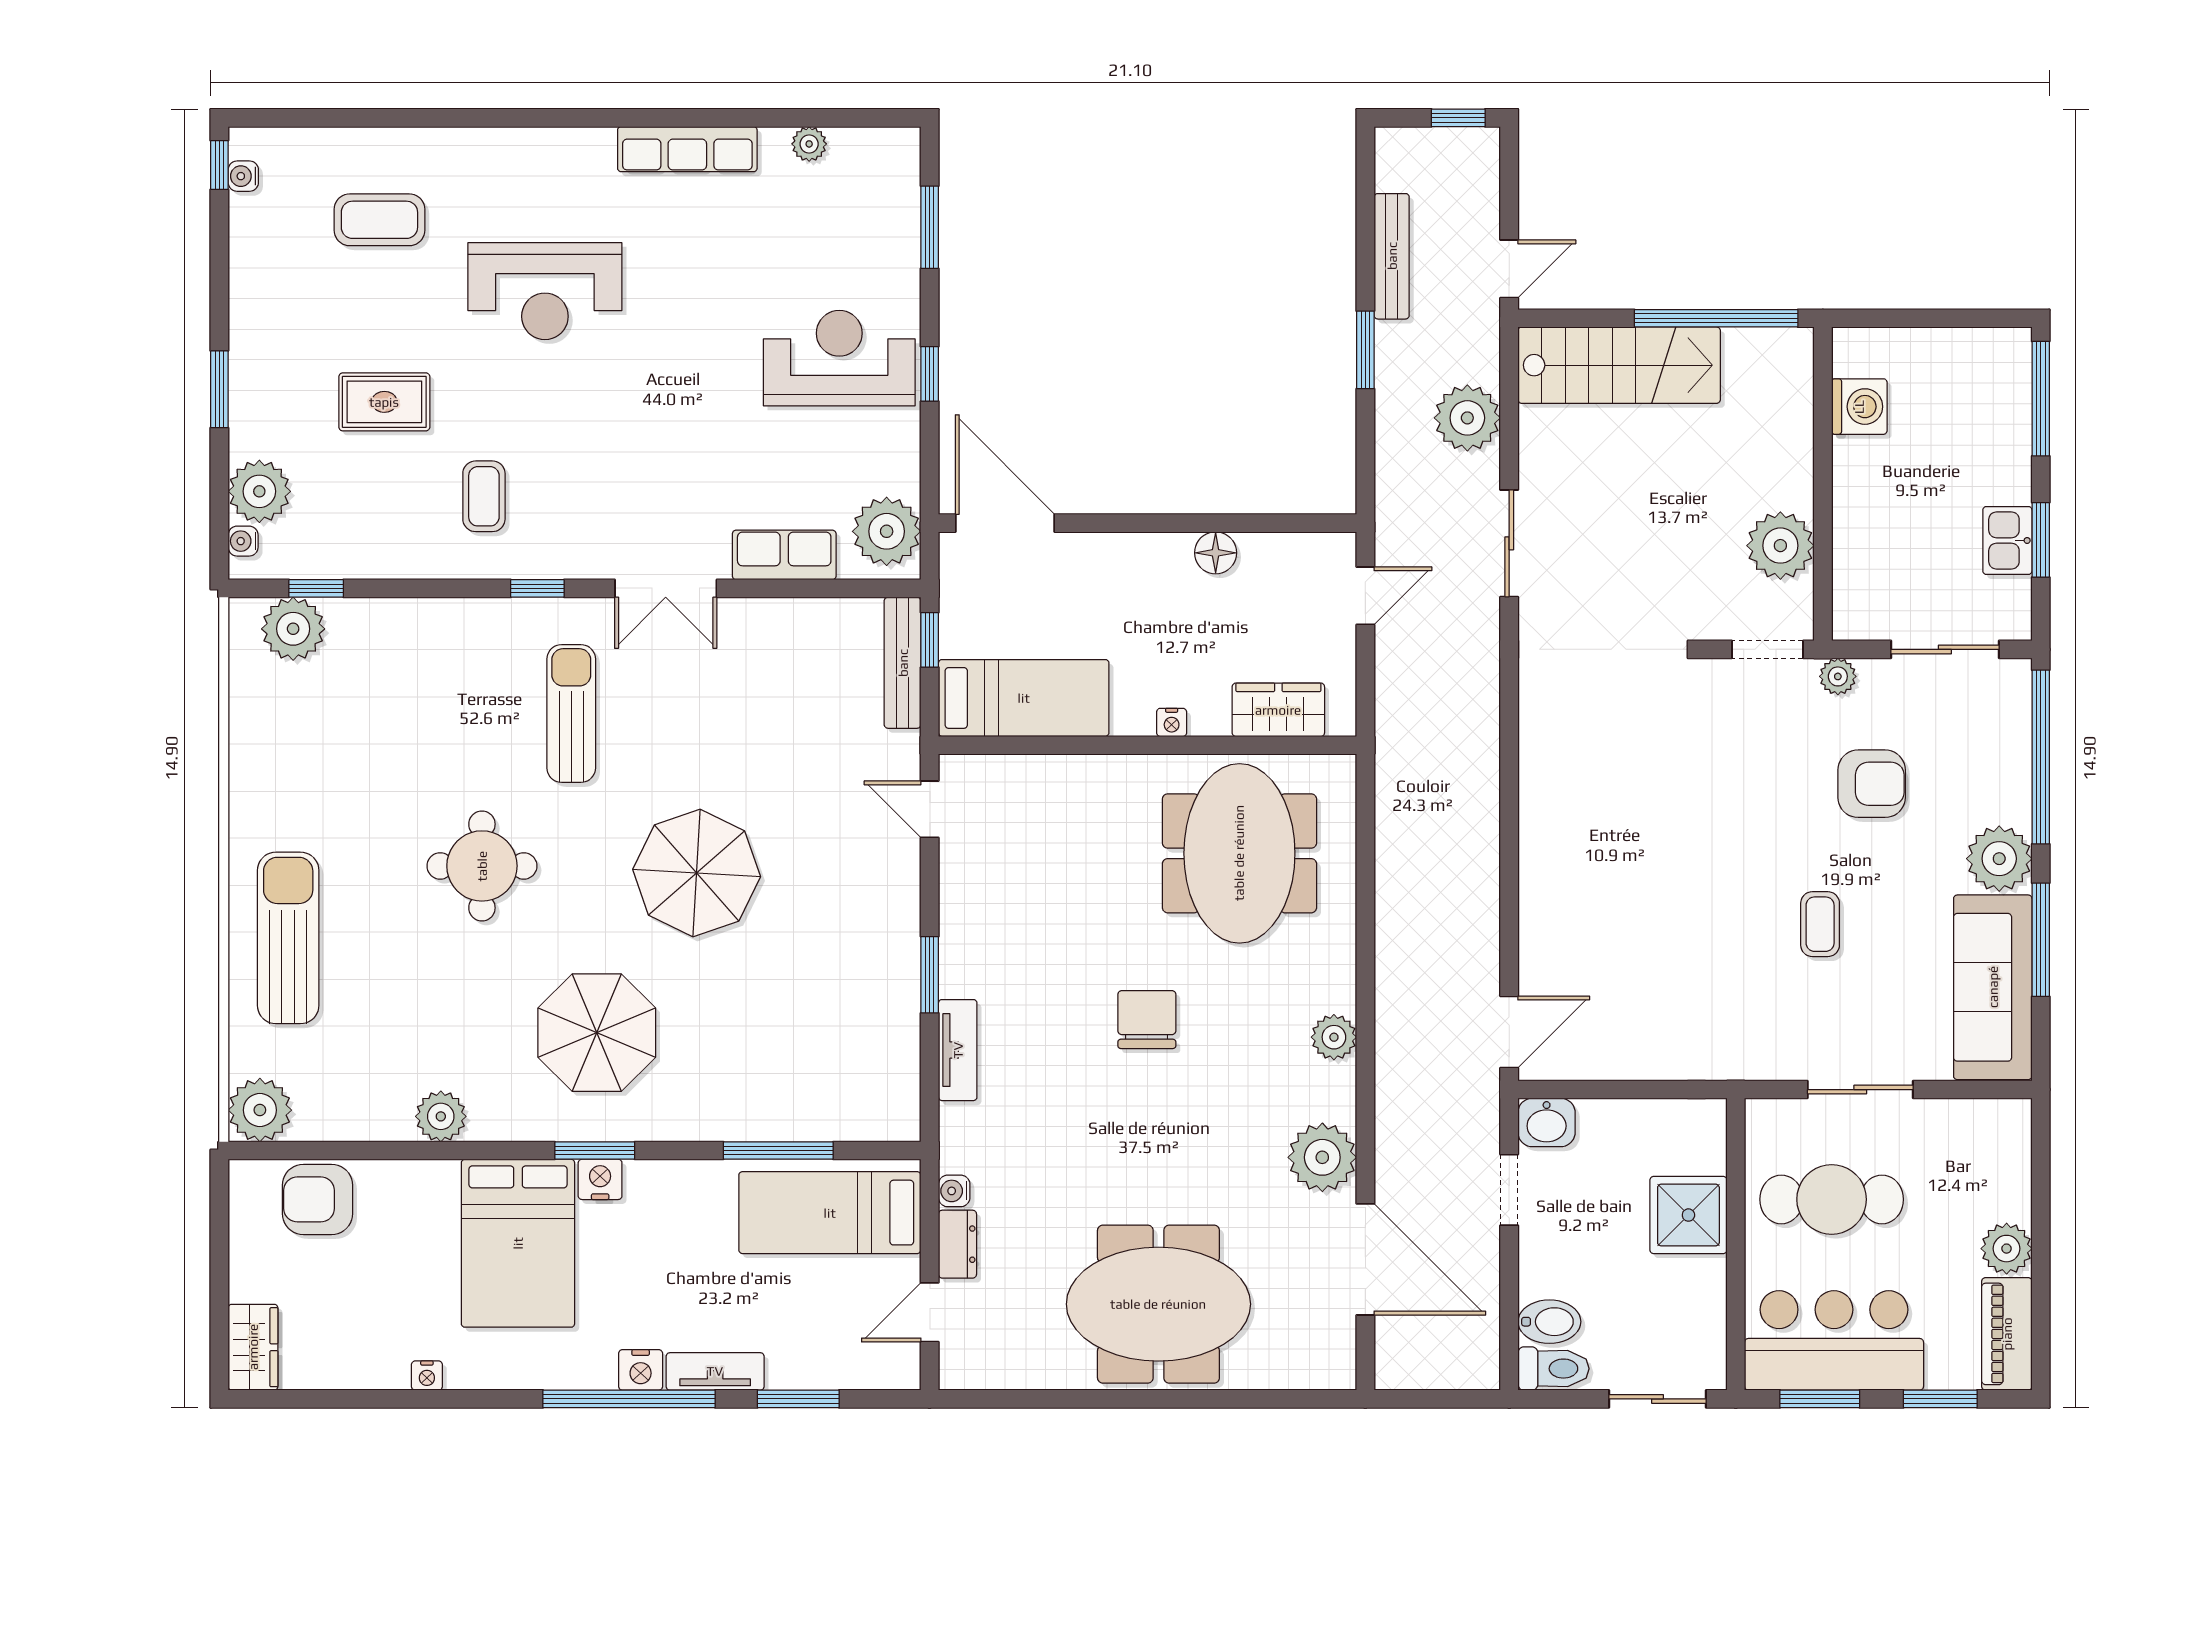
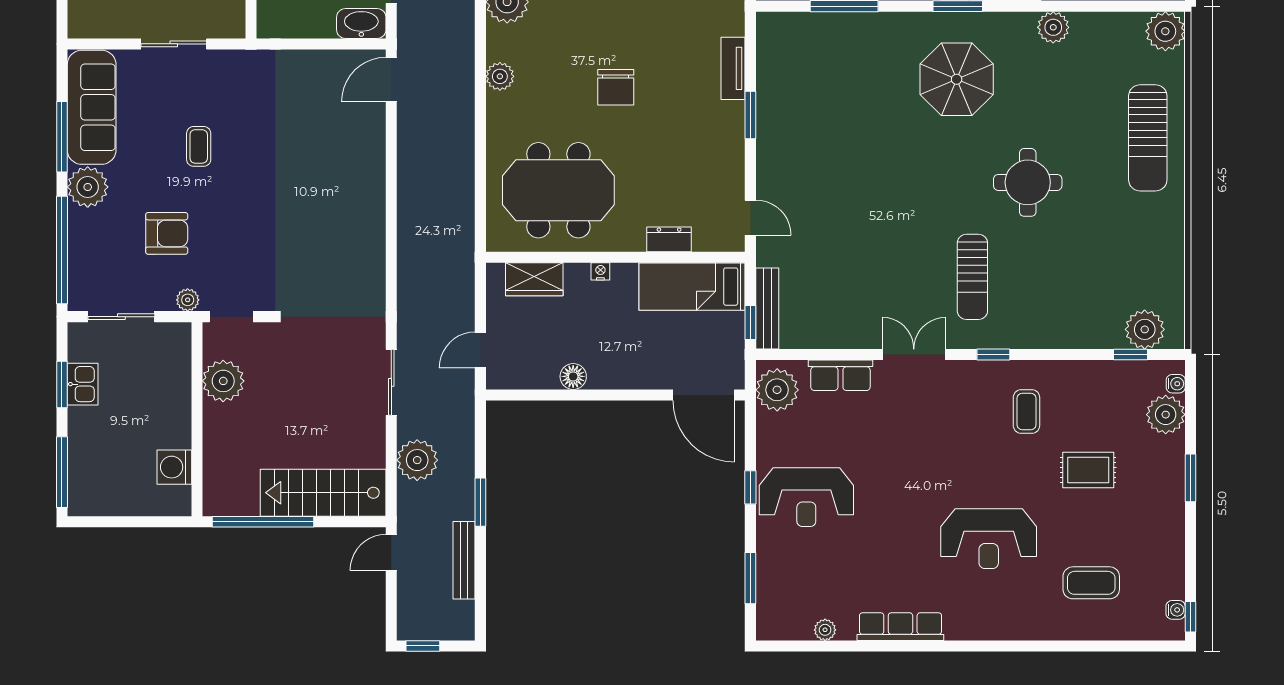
reception desk: (545, 291) -> (989, 539), turned 180
dresser: (1061, 774) -> (669, 239), added
armchair: (1872, 784) -> (167, 233), turned 180
meeting table: (1239, 853) -> (558, 190), turned 90
parasol: (697, 873) -> (895, 178), removed
washbasin: (1547, 1122) -> (361, 24), width x1.38

